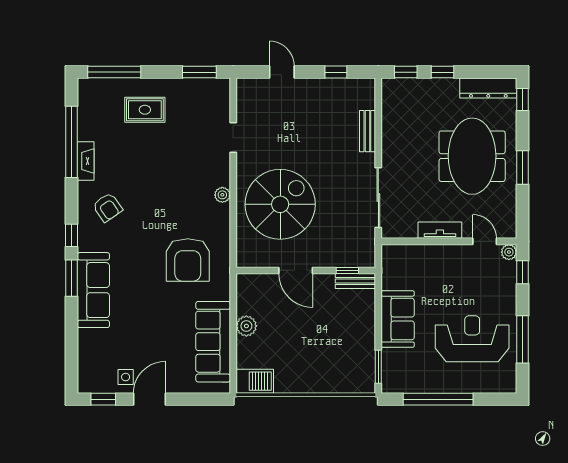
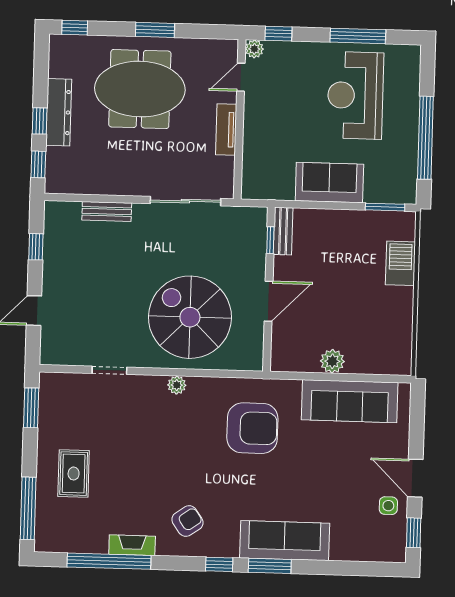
dresser: (488, 88) -> (59, 112), moved
barbecue: (255, 381) -> (400, 263), moved

